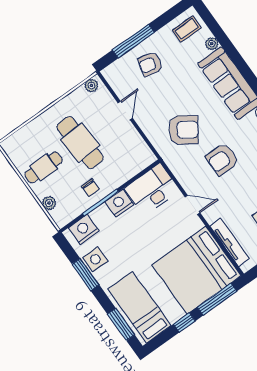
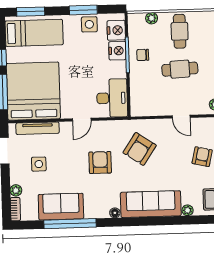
cafe table: (80, 142) -> (180, 69), width x0.73, depth x0.74
nightstand: (119, 203) -> (117, 51), moved

